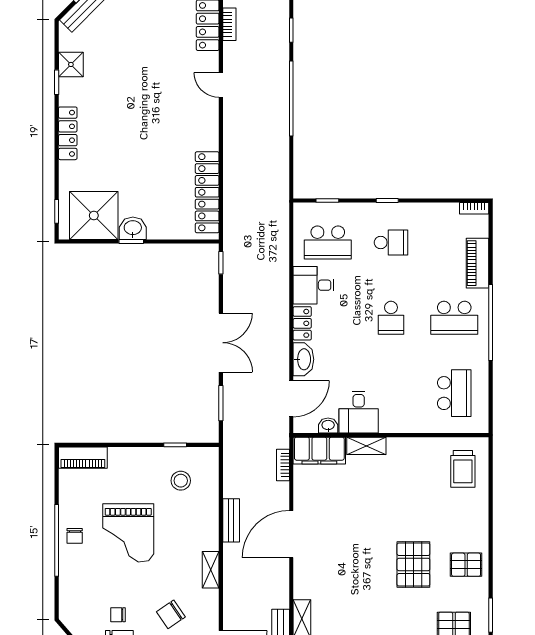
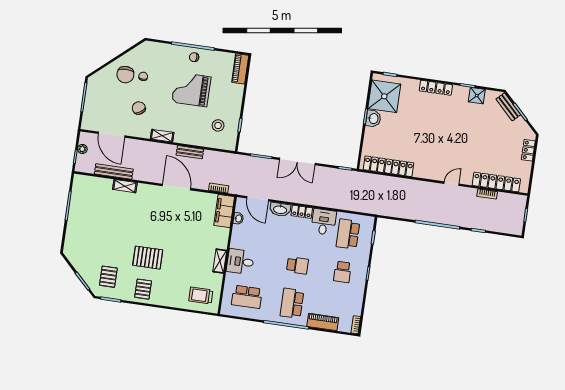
school desk: (391, 318) -> (297, 265), turned 180
desk: (359, 412) -> (240, 262), moved
shelving: (366, 446) -> (220, 261), moved

